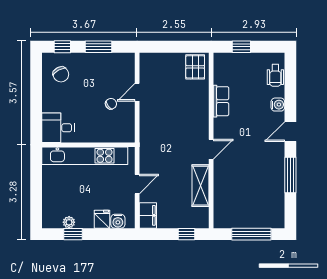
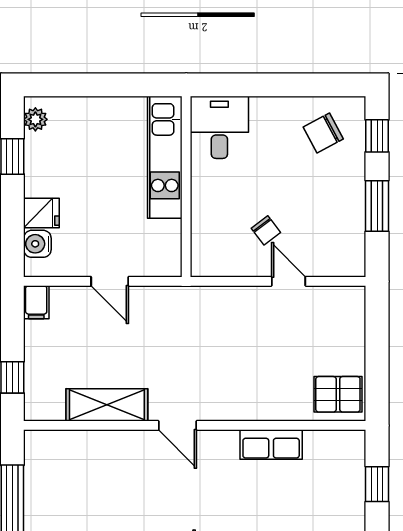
kitchen unit: (85, 156) -> (165, 157), width x0.73
filing cabinet: (148, 215) -> (36, 302), width x0.50
plant: (69, 222) -> (35, 119), moved

